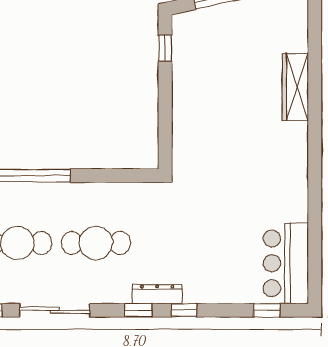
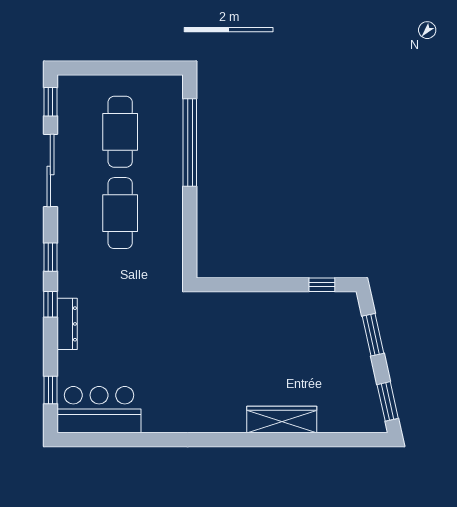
dresser: (157, 294) -> (67, 324), moved

